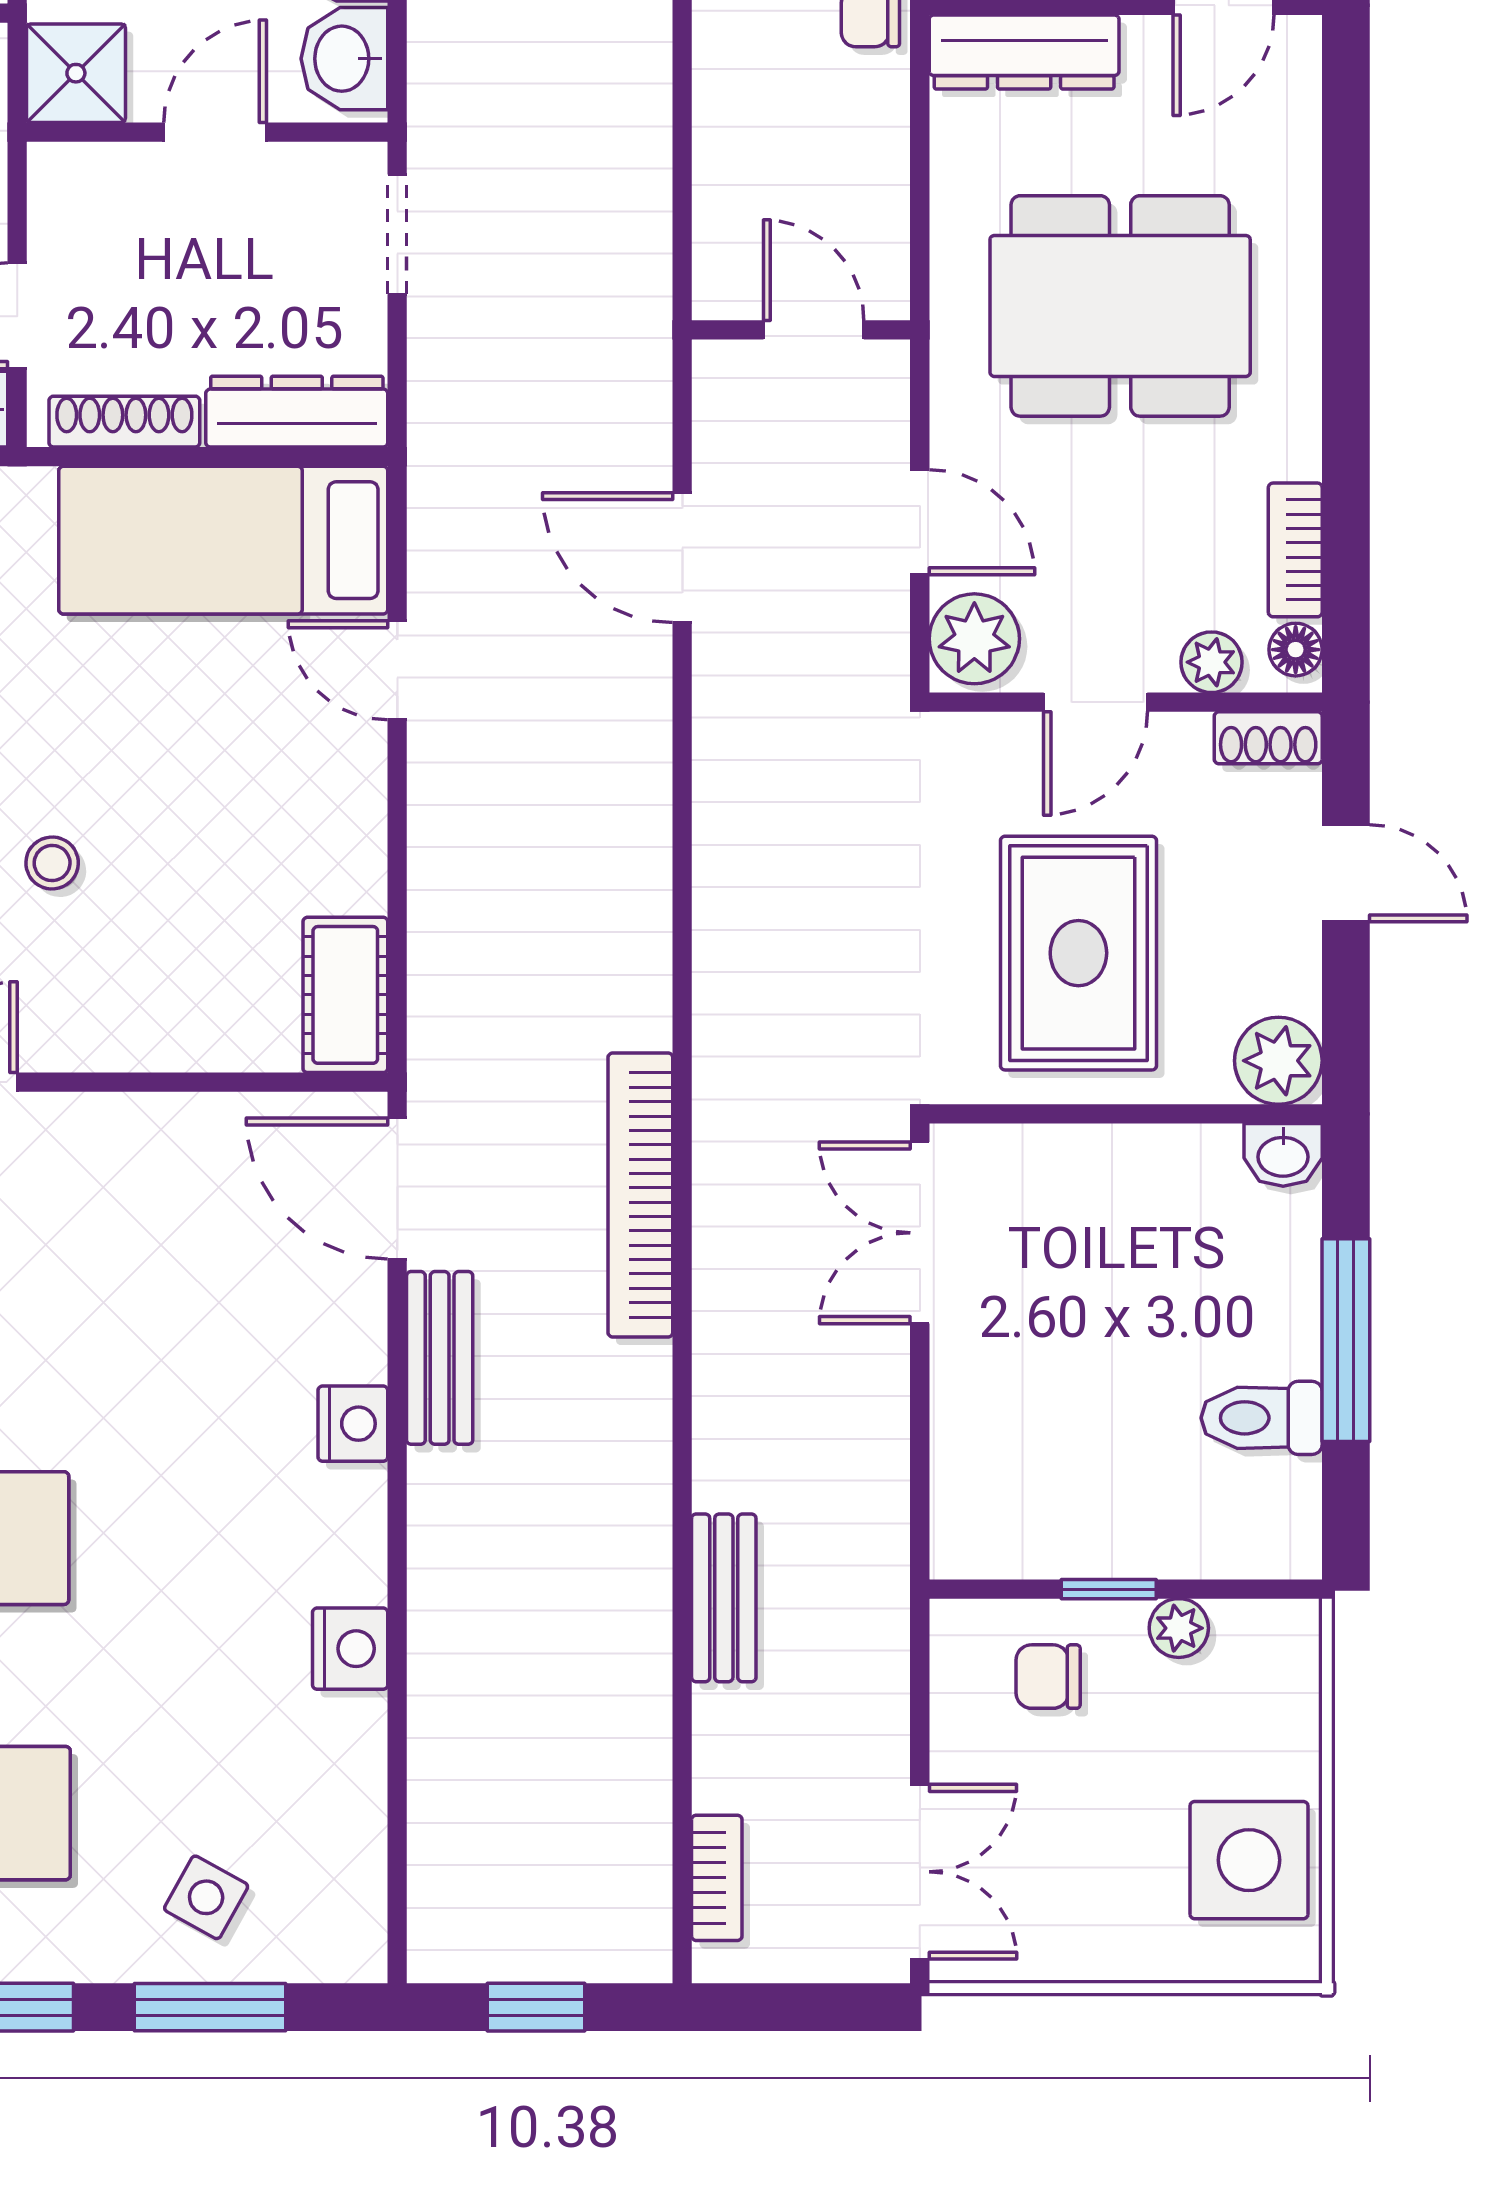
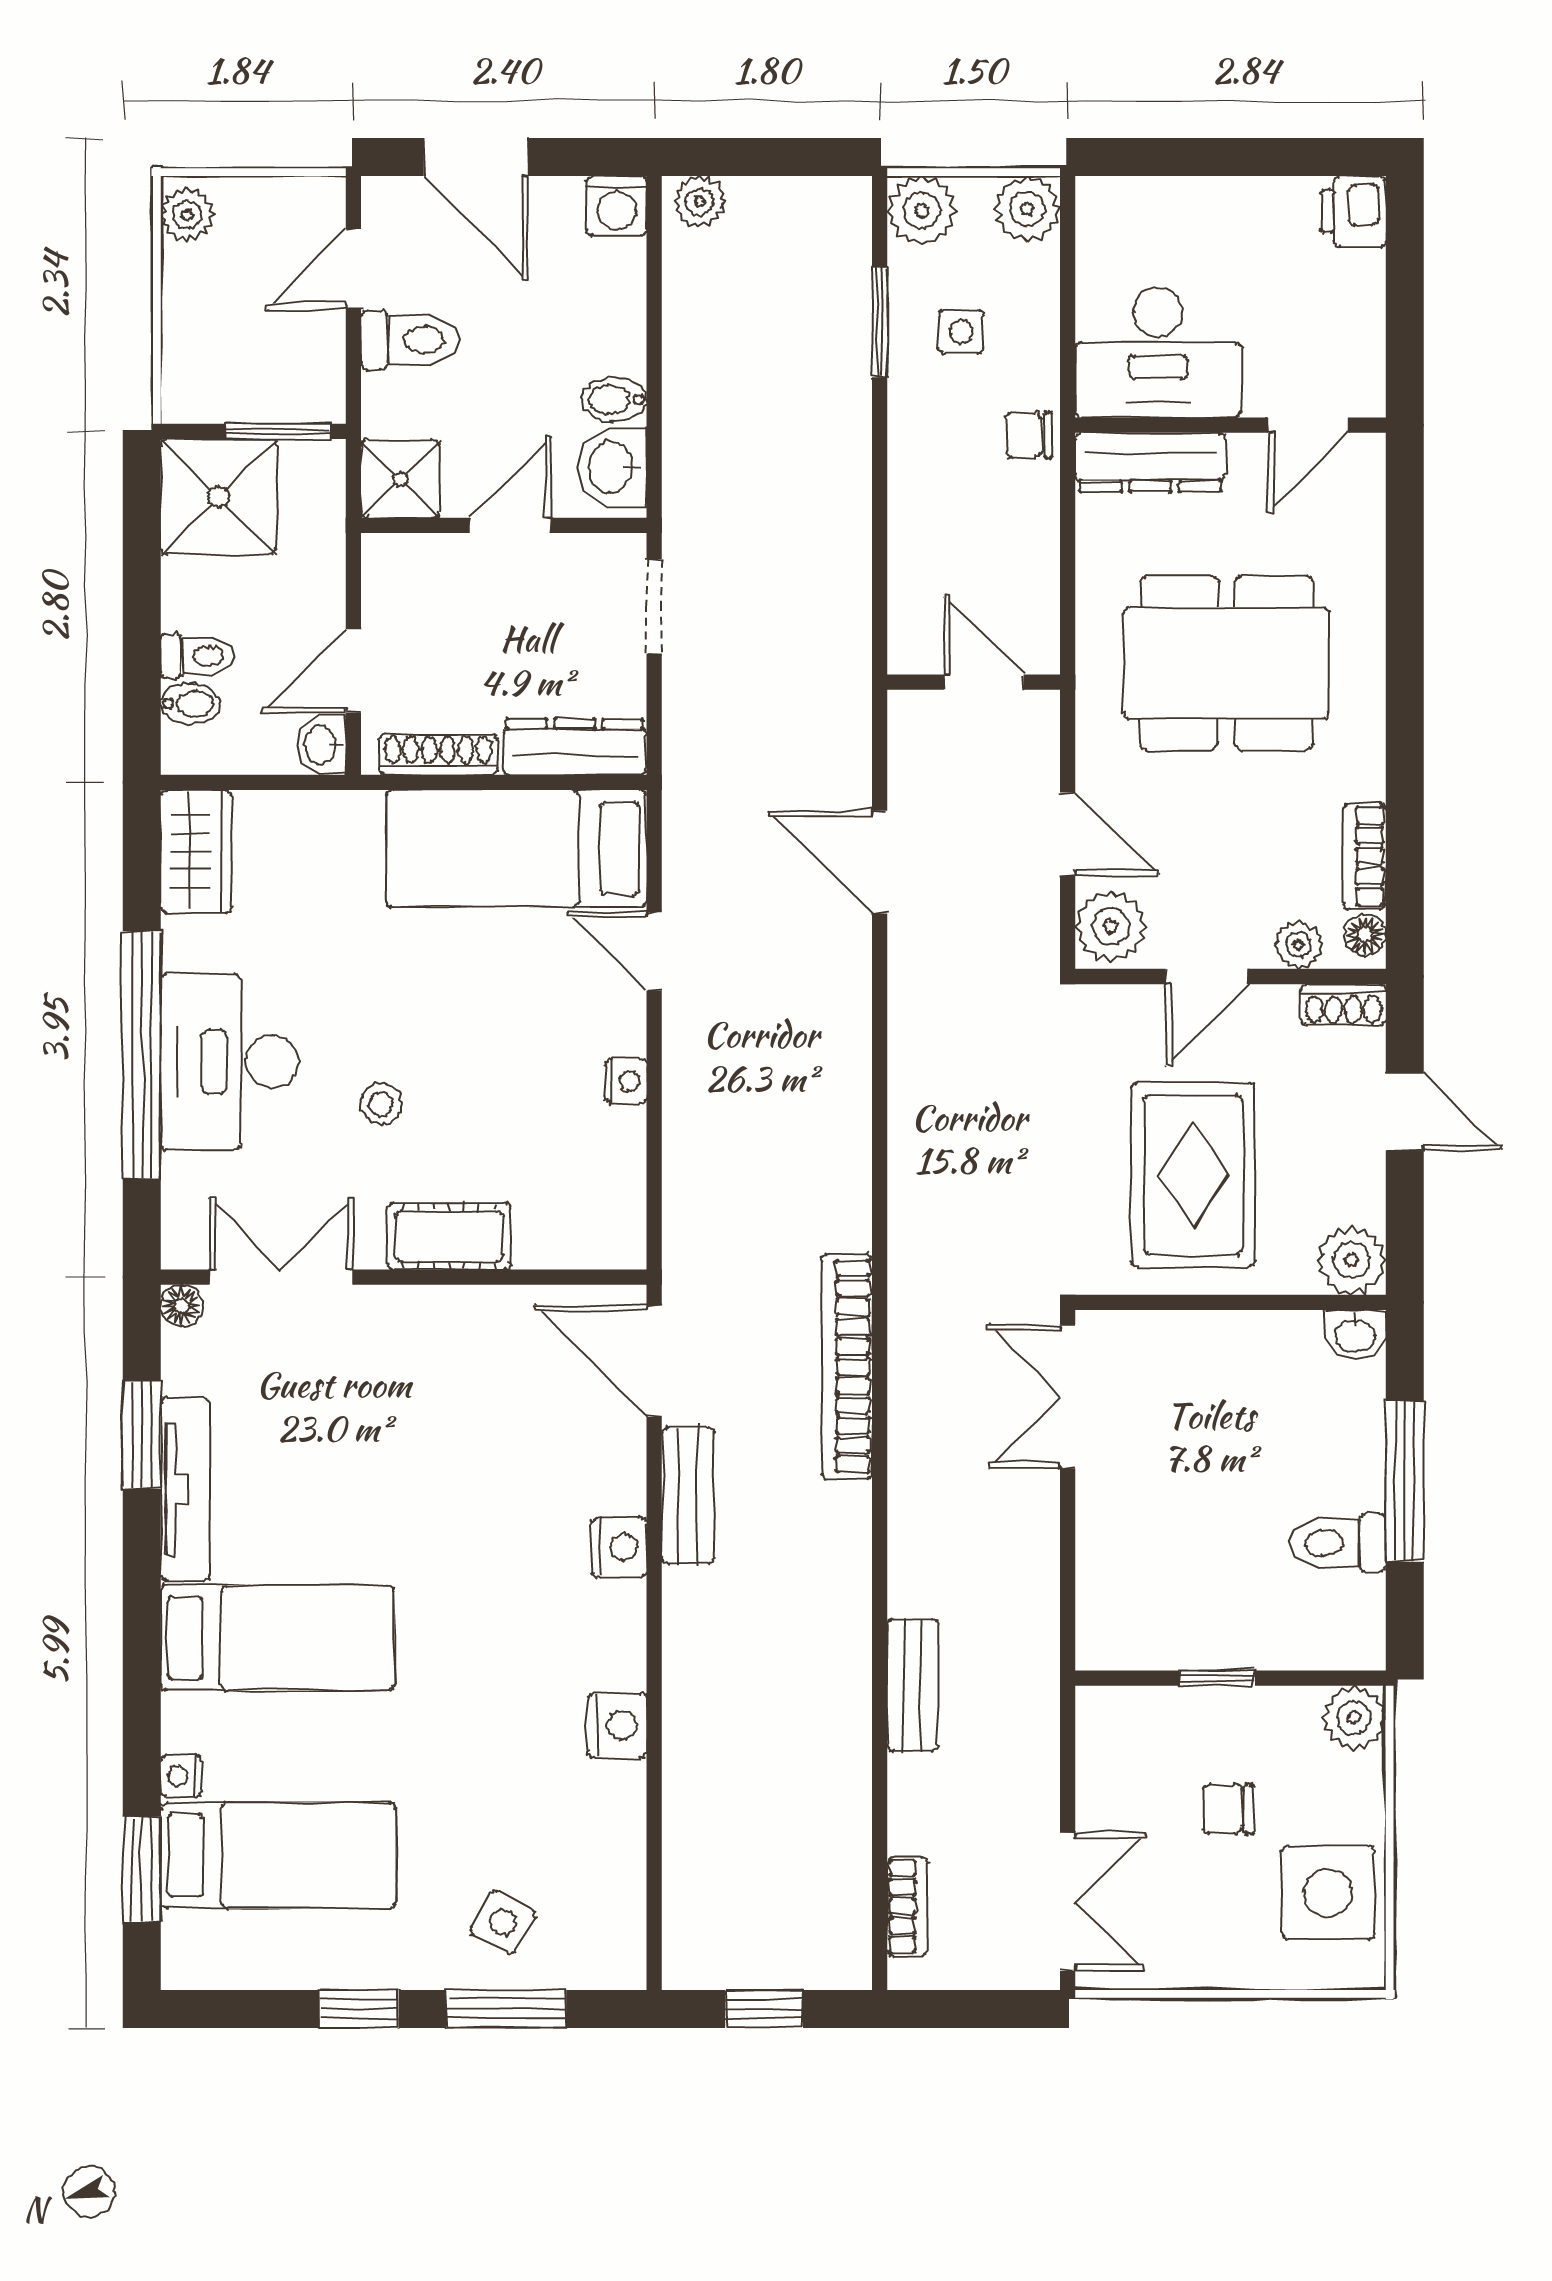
nightstand: (361, 834) -> (626, 1081), added
cot: (345, 995) -> (449, 1236), moved, turned 90
plant: (1179, 1628) -> (1354, 1718), moved, width x1.38, depth x1.38
chair: (1048, 1677) -> (1228, 1809), moved

